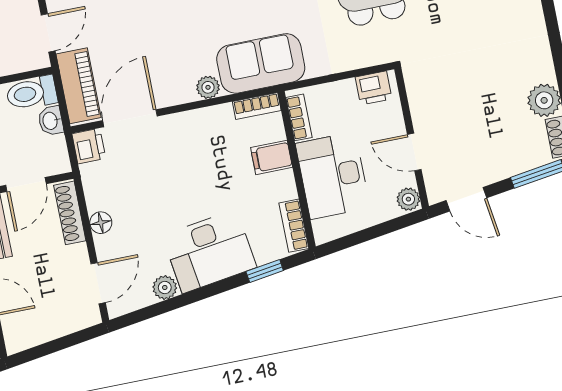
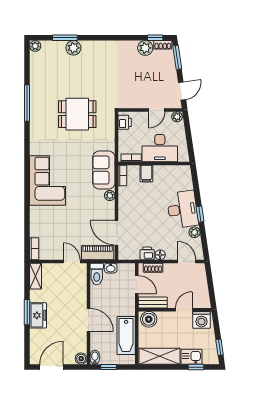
printer: (89, 146) -> (147, 253), moved
shoe rack: (70, 213) -> (153, 268), width x0.70
bookcase: (294, 226) -> (179, 170), removed
window: (265, 271) -> (200, 214), moved

